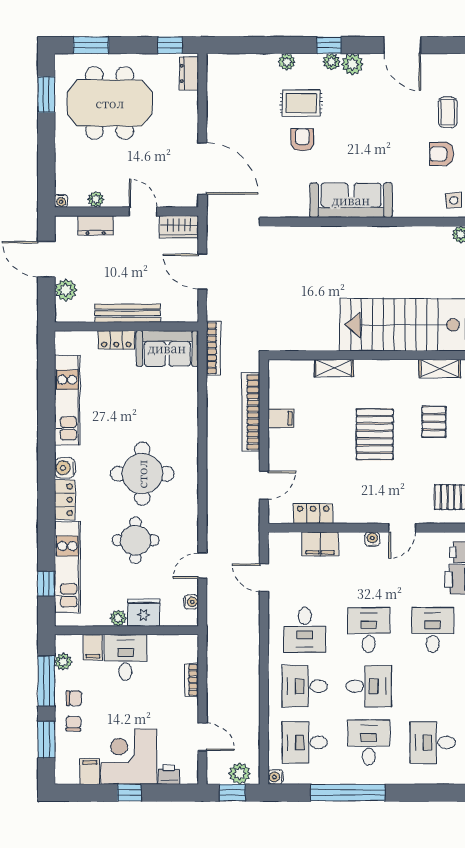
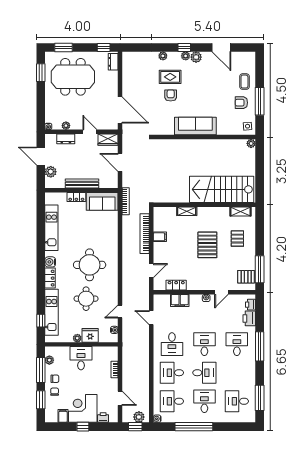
filing cabinet: (93, 647) -> (64, 353), removed

